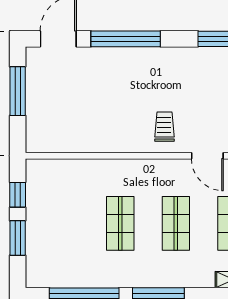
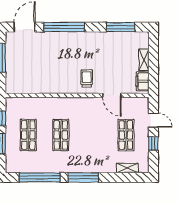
shop shelf: (176, 223) -> (28, 135), moved

